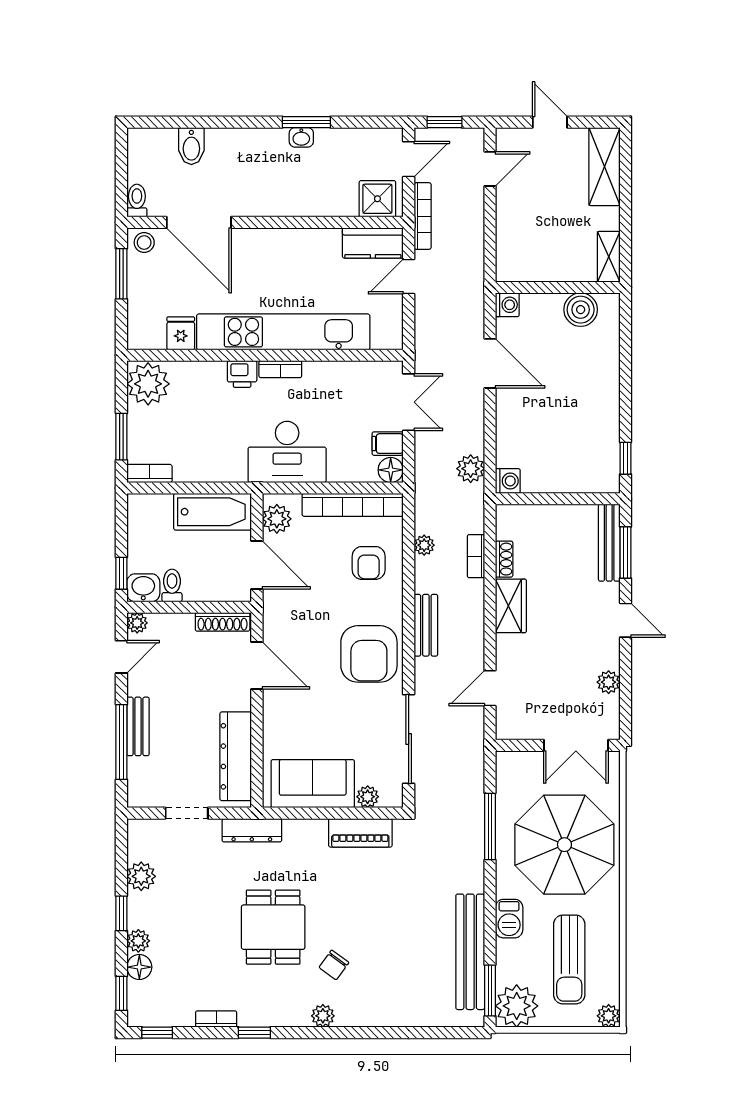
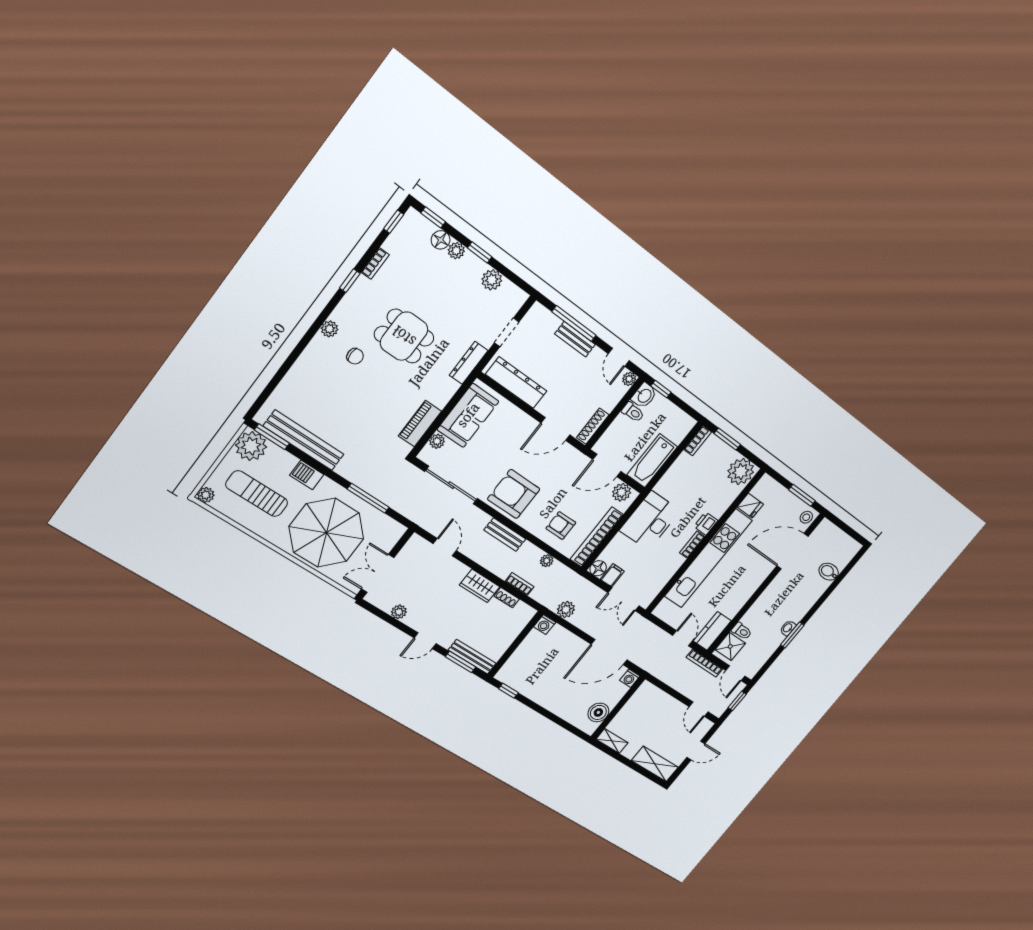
toilet: (137, 201) -> (742, 631), moved
door: (490, 363) -> (609, 652), width x1.36
chair: (334, 965) -> (355, 356), turned 144

